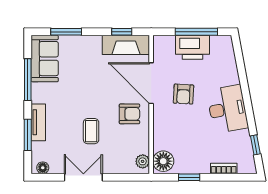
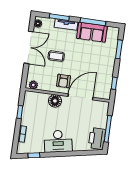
fireplace: (126, 45) -> (106, 85), removed
printer: (193, 47) -> (97, 139), moved
sofa: (45, 59) -> (92, 32), moved
armchair: (183, 94) -> (71, 116), removed
floor lamp: (163, 161) -> (55, 101), moved
double door: (83, 177) -> (29, 47), width x1.37

